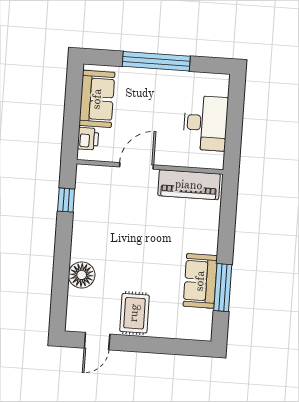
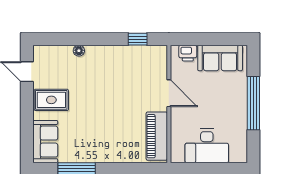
floor lamp: (82, 275) -> (79, 51), width x0.53, depth x0.53
sofa: (200, 281) -> (45, 142), moved, turned 90

